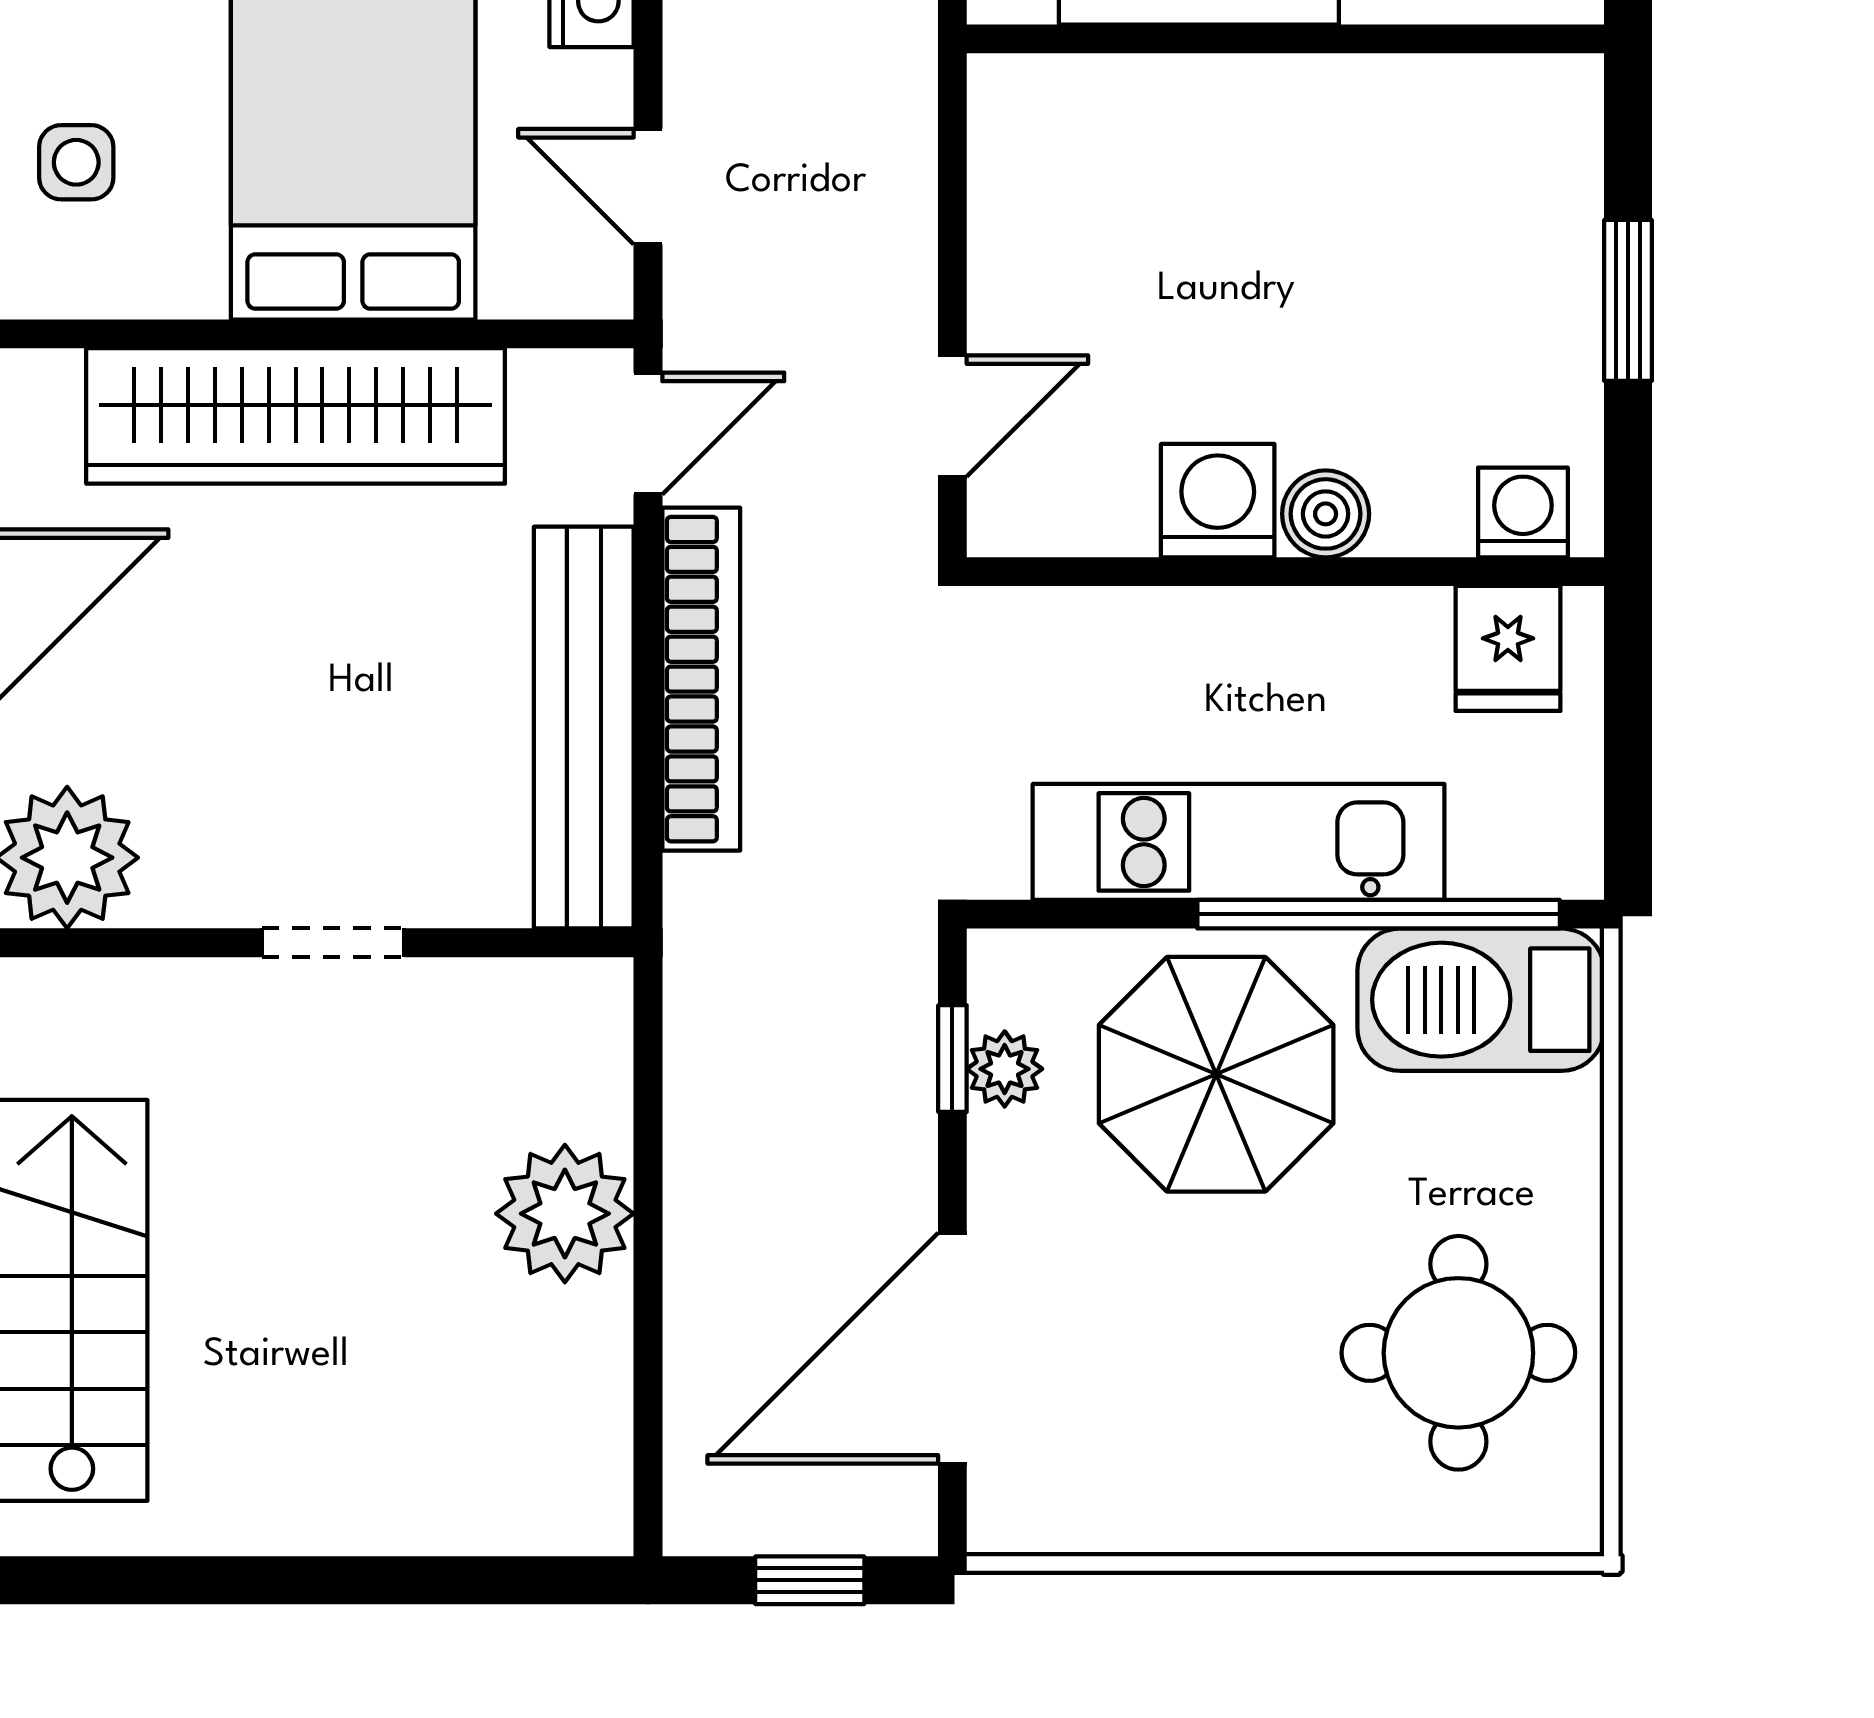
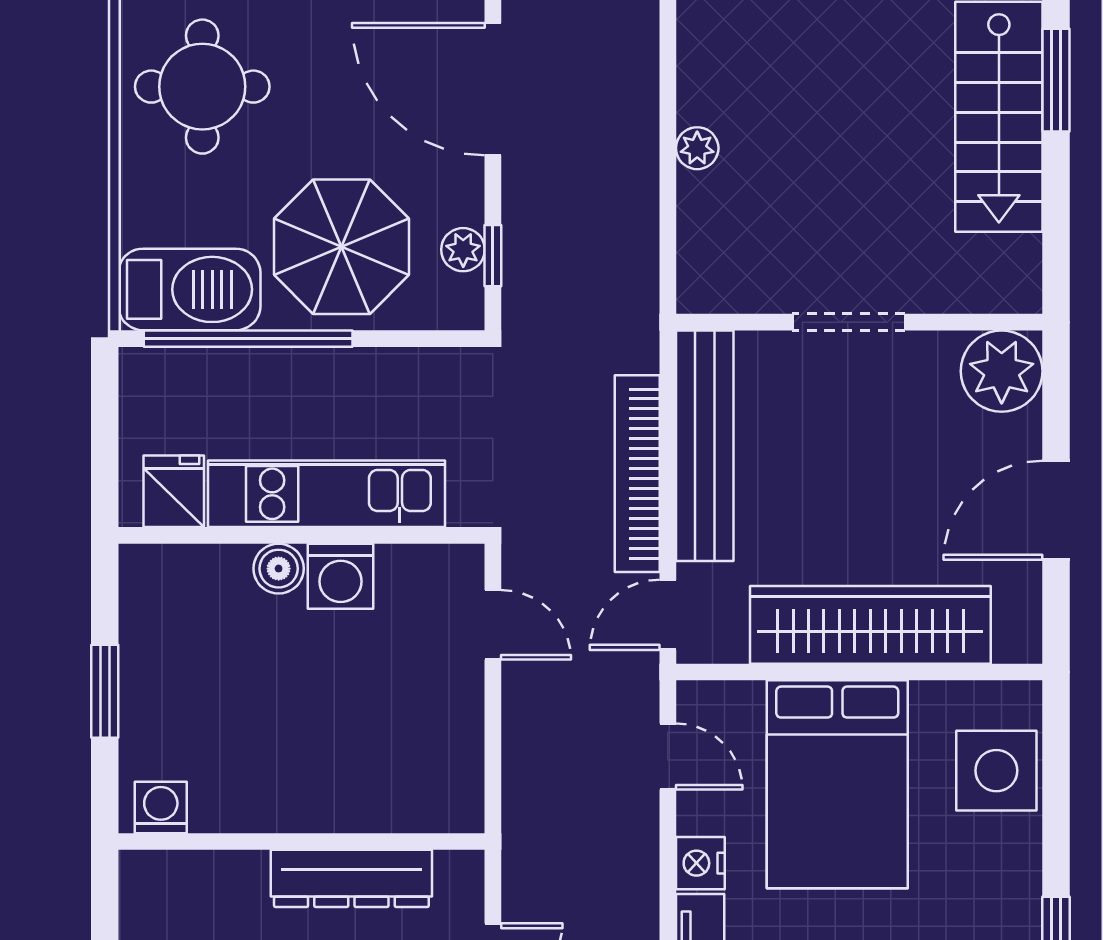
side table: (76, 162) -> (996, 771), width x1.87, depth x1.87
door: (952, 416) -> (493, 625), swing flipped
washing machine: (1523, 513) -> (161, 807), moved, turned 180
kitchen unit: (1239, 842) -> (327, 494), moved, turned 180
doorway: (333, 943) -> (849, 322), width x1.38
plant: (565, 1214) -> (697, 148), width x0.53, depth x0.53
door: (952, 1348) -> (493, 89), swing flipped

